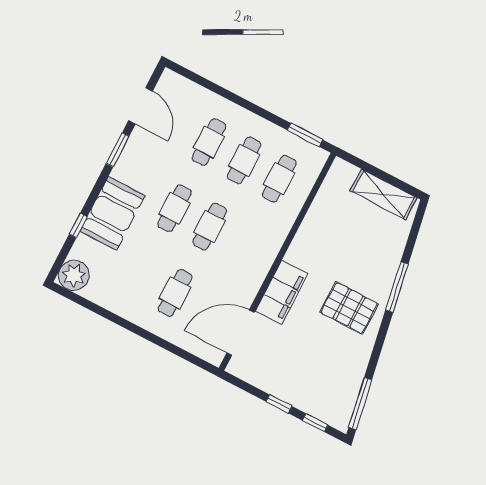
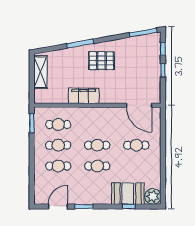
booth: (112, 213) -> (128, 194), moved
filing cabinet: (282, 292) -> (84, 96), moved
pallet: (349, 308) -> (101, 61), turned 90

